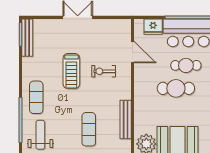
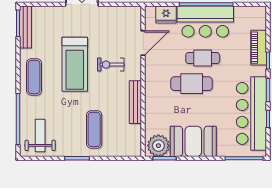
door: (132, 52) -> (143, 43), hinge flipped
treadmill: (71, 71) -> (75, 64), width x1.37, depth x1.38
exercise mat: (36, 97) -> (34, 77), moved
bench: (126, 120) -> (135, 102), moved

